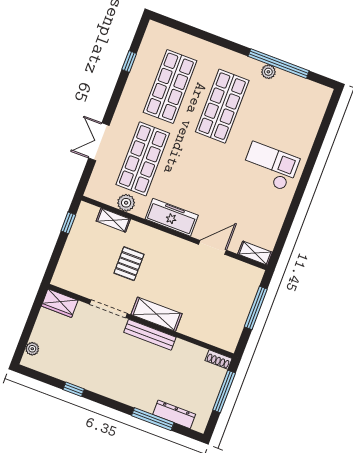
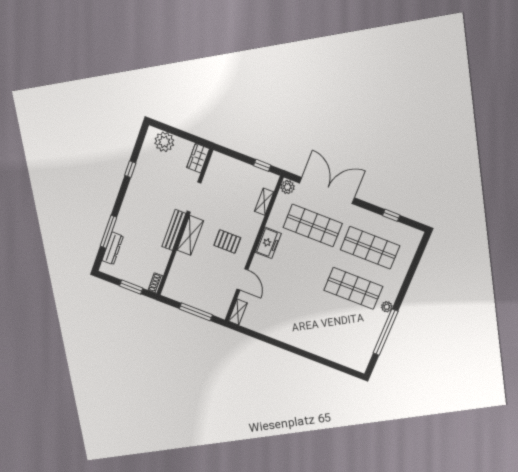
plant: (268, 72) -> (387, 307), moved
double door: (99, 142) -> (327, 190), width x1.87
checkout: (270, 166) -> (305, 324), removed
plant: (126, 203) -> (288, 187), moved
freezer: (172, 217) -> (268, 243), width x0.71
pallet: (129, 264) -> (227, 242), moved
plant: (32, 349) -> (164, 142), width x1.87, depth x1.87
window: (224, 392) -> (131, 287), width x0.69

